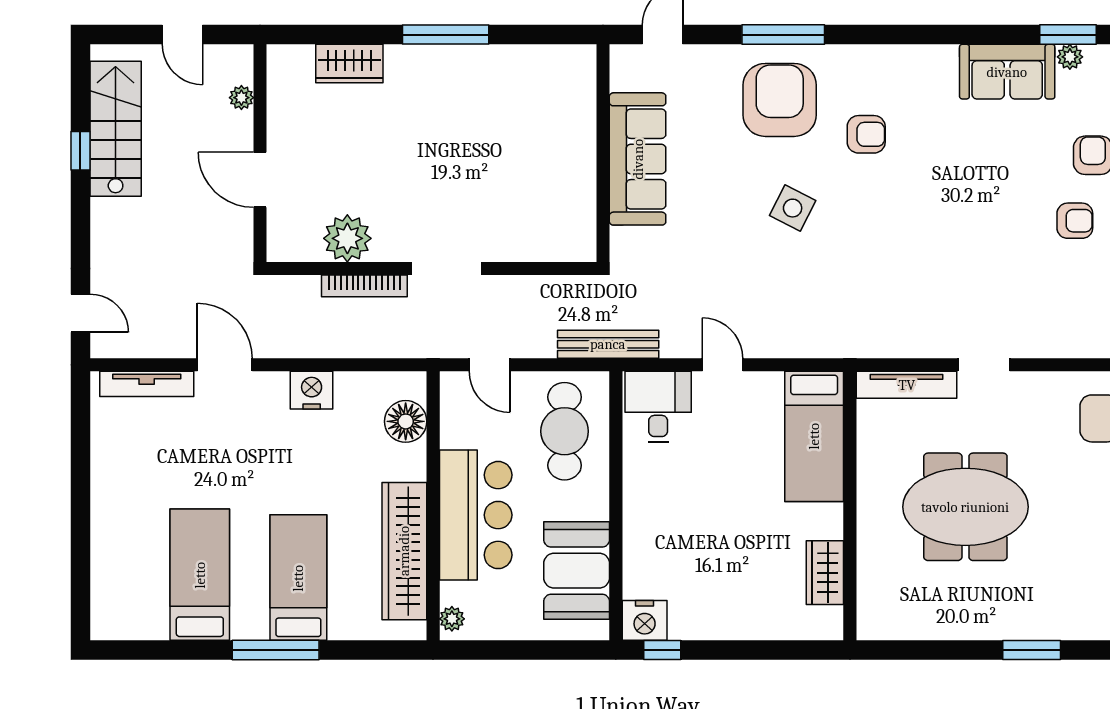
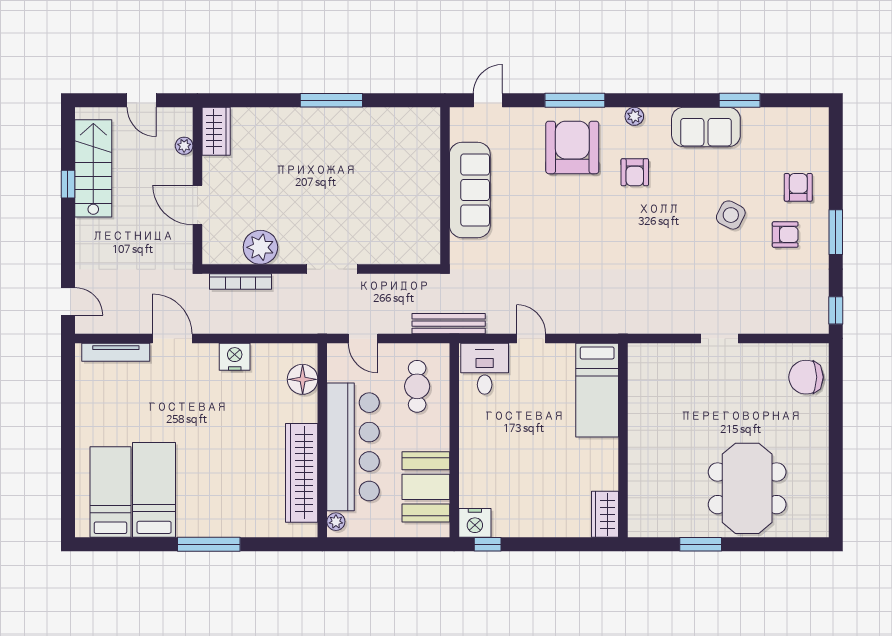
window: (1068, 35) -> (740, 100), moved
plant: (1070, 57) -> (634, 116), moved
wardrobe: (349, 64) -> (216, 131), moved, turned -90
sofa: (1007, 72) -> (706, 127), moved
armchair: (866, 134) -> (635, 172), turned 90
side table: (793, 208) -> (731, 215), moved
bookcase: (364, 286) -> (241, 282), moved
tv unit: (907, 385) -> (664, 353), removed
cafe table: (565, 431) -> (417, 386), width x0.73, depth x0.74
meeting table: (965, 507) -> (747, 488), moved, turned 90
bar counter: (476, 515) -> (353, 447), width x1.36
wardrobe: (825, 573) -> (605, 514), moved
bed: (298, 578) -> (110, 492), moved
window: (1032, 650) -> (701, 544), moved

